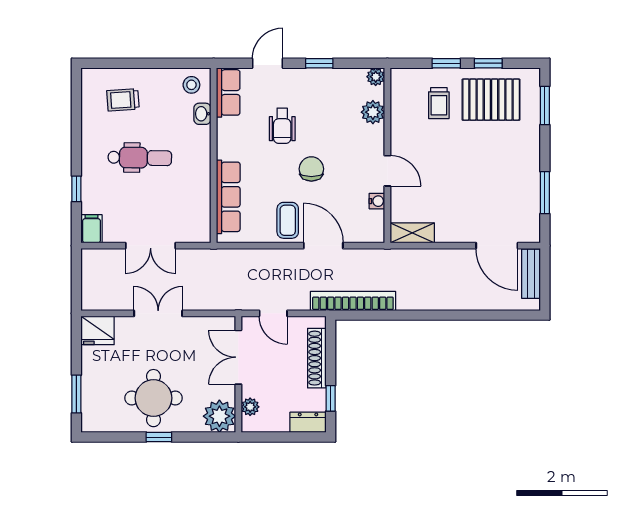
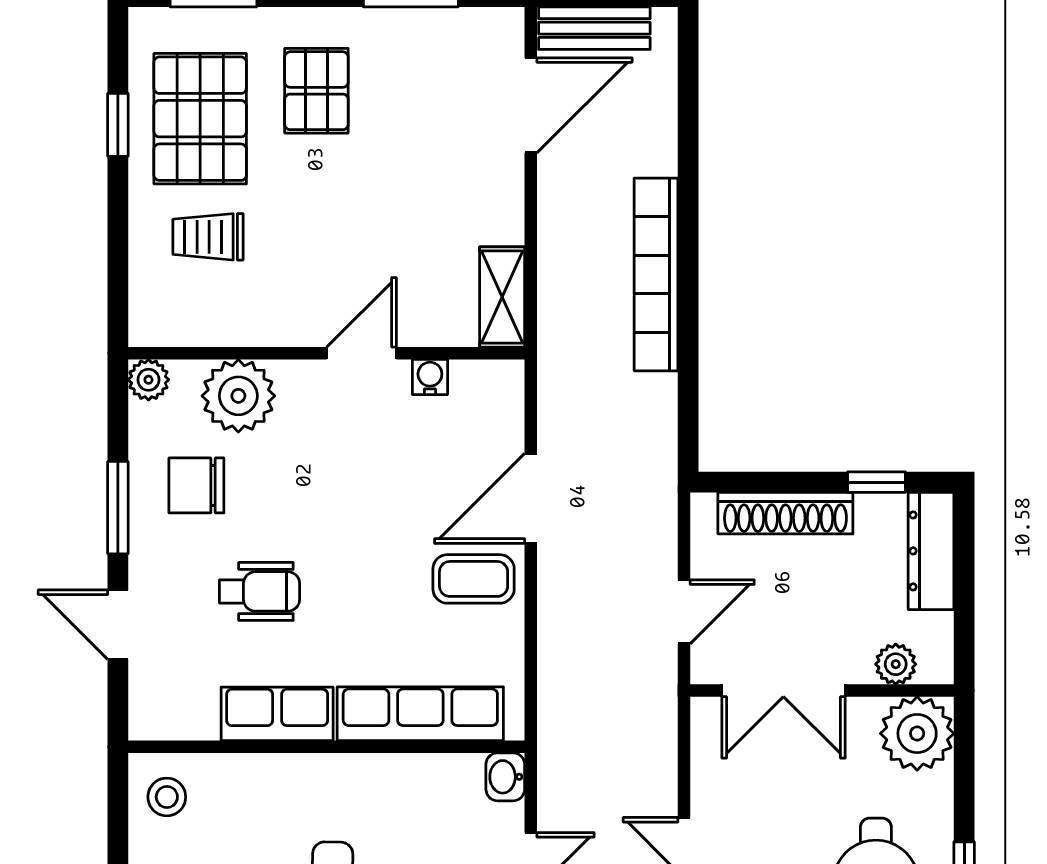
window: (319, 63) -> (118, 508), width x1.50
window: (446, 63) -> (118, 220), removed
row of seats: (228, 92) -> (277, 714), moved
trolley: (439, 103) -> (208, 237), turned 180
plant: (373, 112) -> (238, 396), width x1.36, depth x1.36
washbasin: (202, 114) -> (505, 777), moved, turned 90
pallet: (503, 151) -> (316, 91), added
chair: (311, 169) -> (196, 485), moved
bookcase: (353, 301) -> (656, 274), moved
dresser: (308, 422) -> (931, 551), width x1.44

